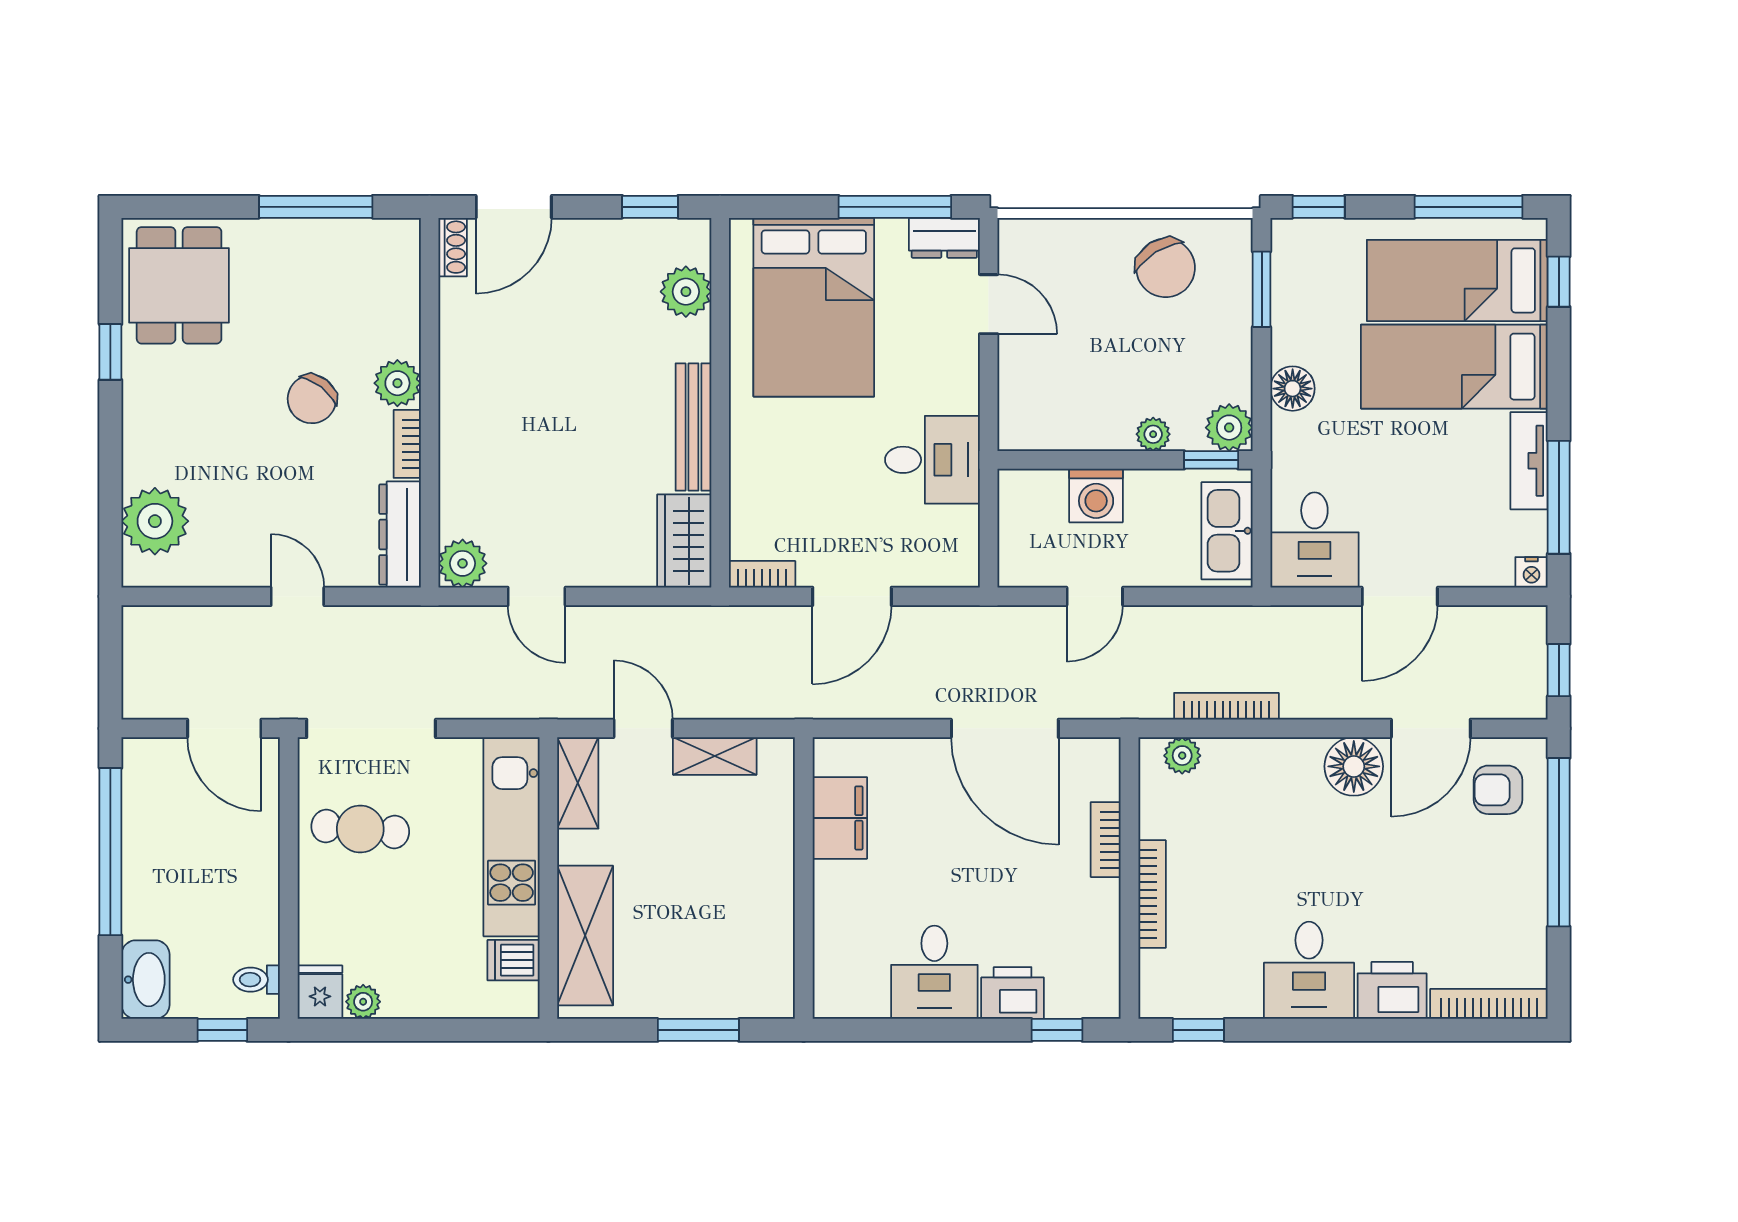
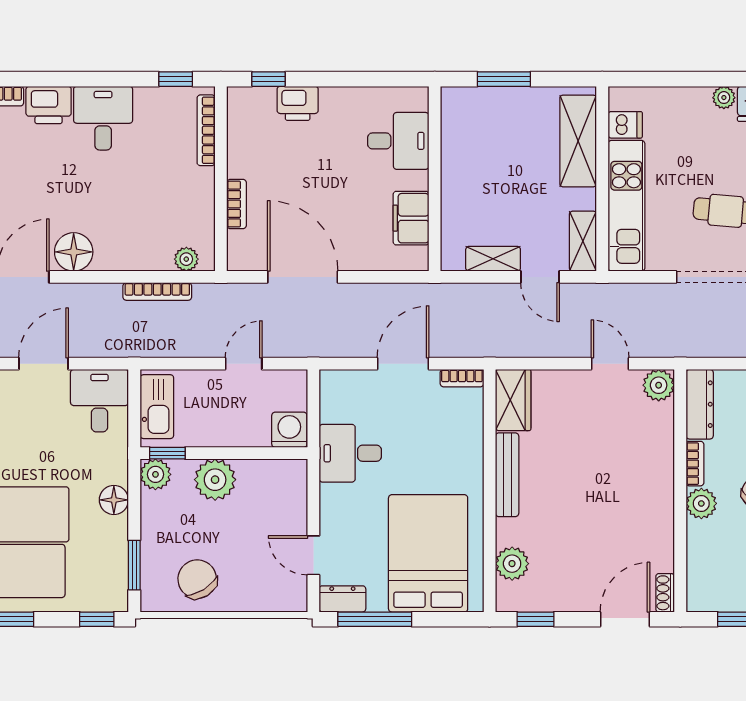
plant: (1153, 434) -> (215, 480), width x1.88, depth x1.88
washing machine: (1096, 496) -> (289, 430), moved
bookcase: (1152, 894) -> (206, 130), moved
desk: (934, 972) -> (398, 141), moved, turned 90

